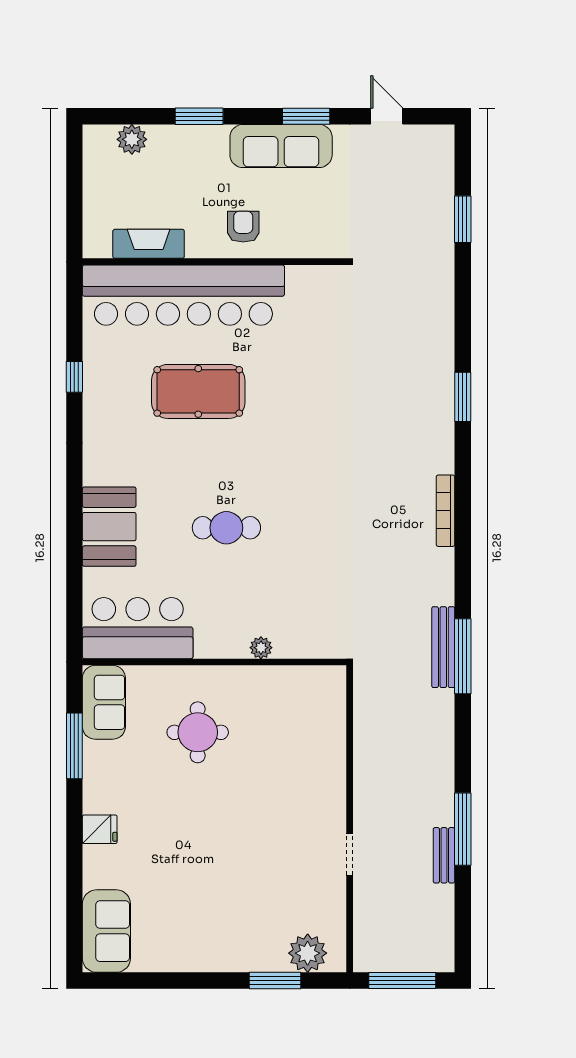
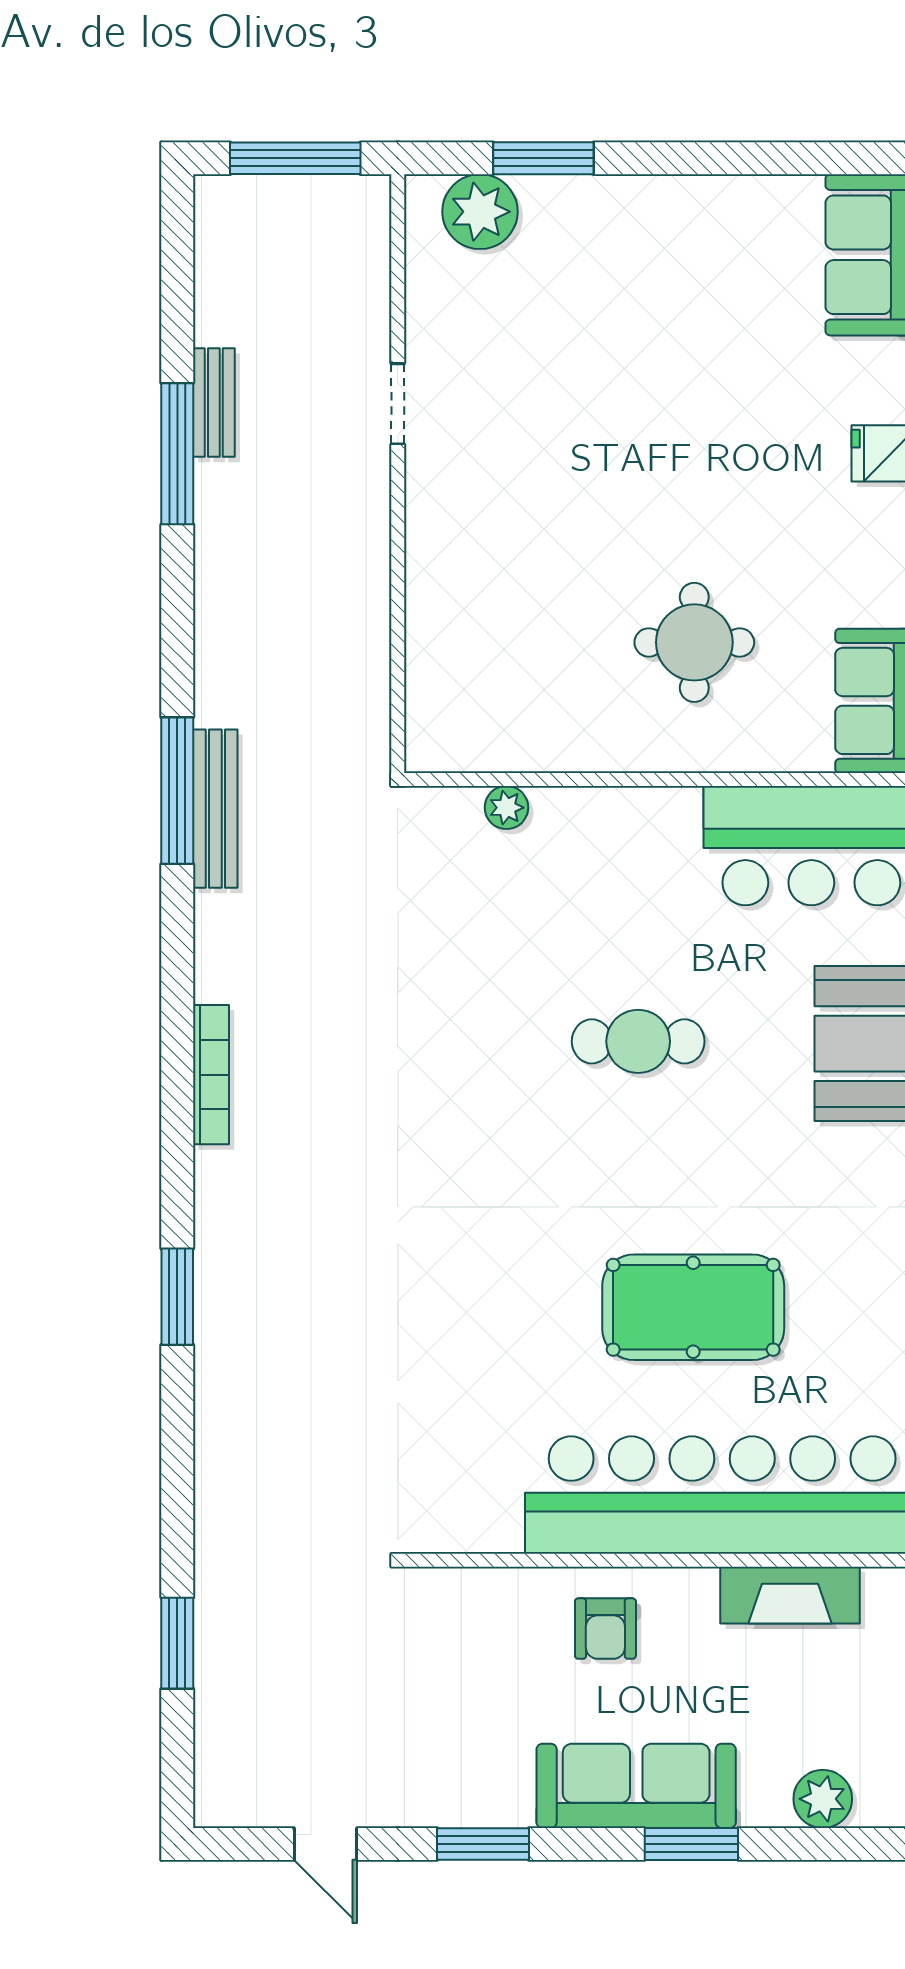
sofa: (281, 146) -> (636, 1786), moved
plant: (261, 648) -> (506, 808), moved

